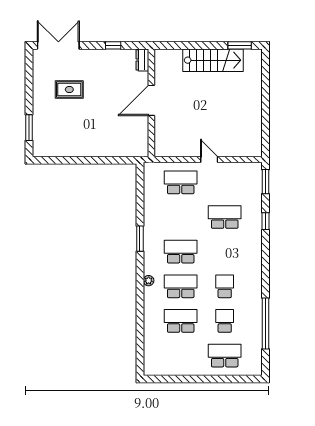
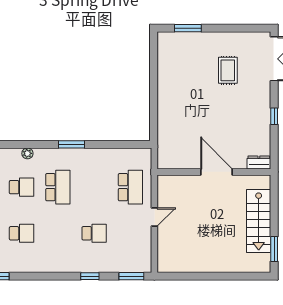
dresser: (142, 60) -> (259, 163), moved
door: (151, 100) -> (216, 172), moved
wall: (151, 103) -> (214, 172), moved
school desk: (225, 217) -> (94, 233), width x0.54
school desk: (181, 286) -> (22, 187), width x0.54

